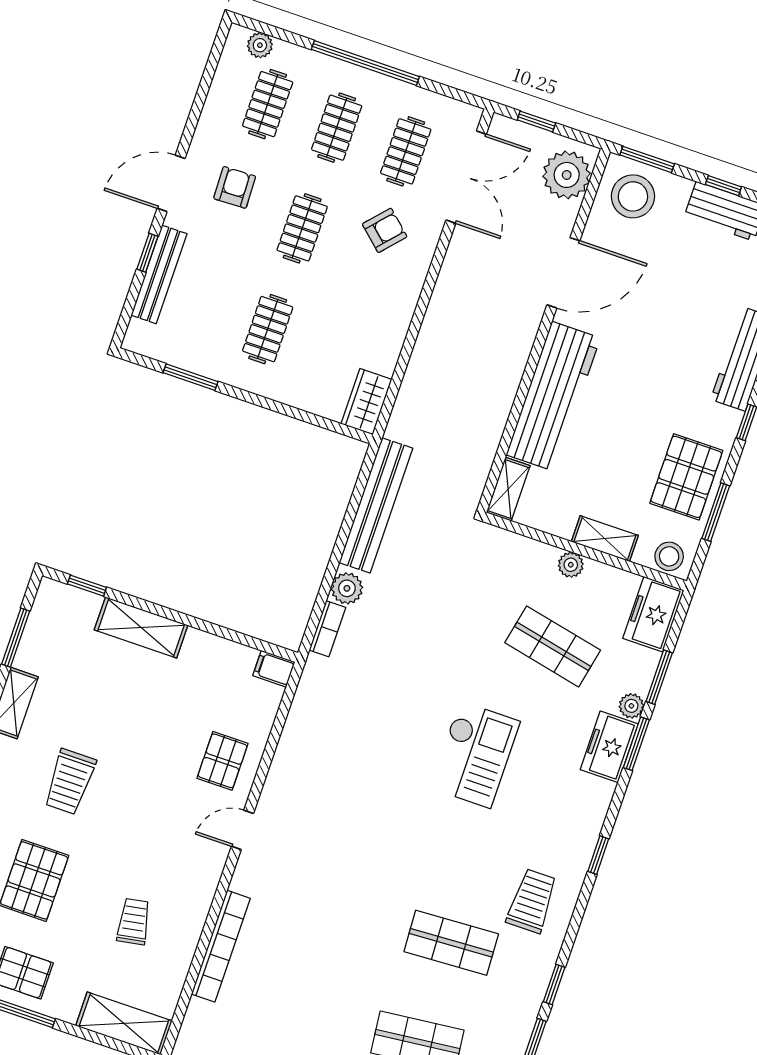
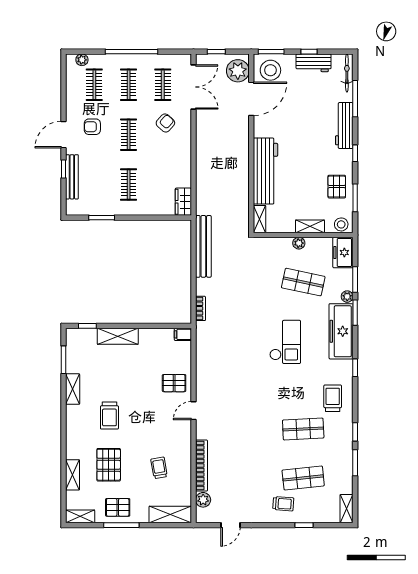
armchair: (235, 187) -> (92, 127), turned -88
door: (563, 273) -> (251, 99), moved
pallet: (686, 477) -> (337, 187), width x0.67, depth x0.71
plant: (347, 588) -> (203, 500), moved
freezer: (609, 747) -> (341, 331), width x1.91, depth x1.26
pallet: (222, 761) -> (174, 383), turned 90

